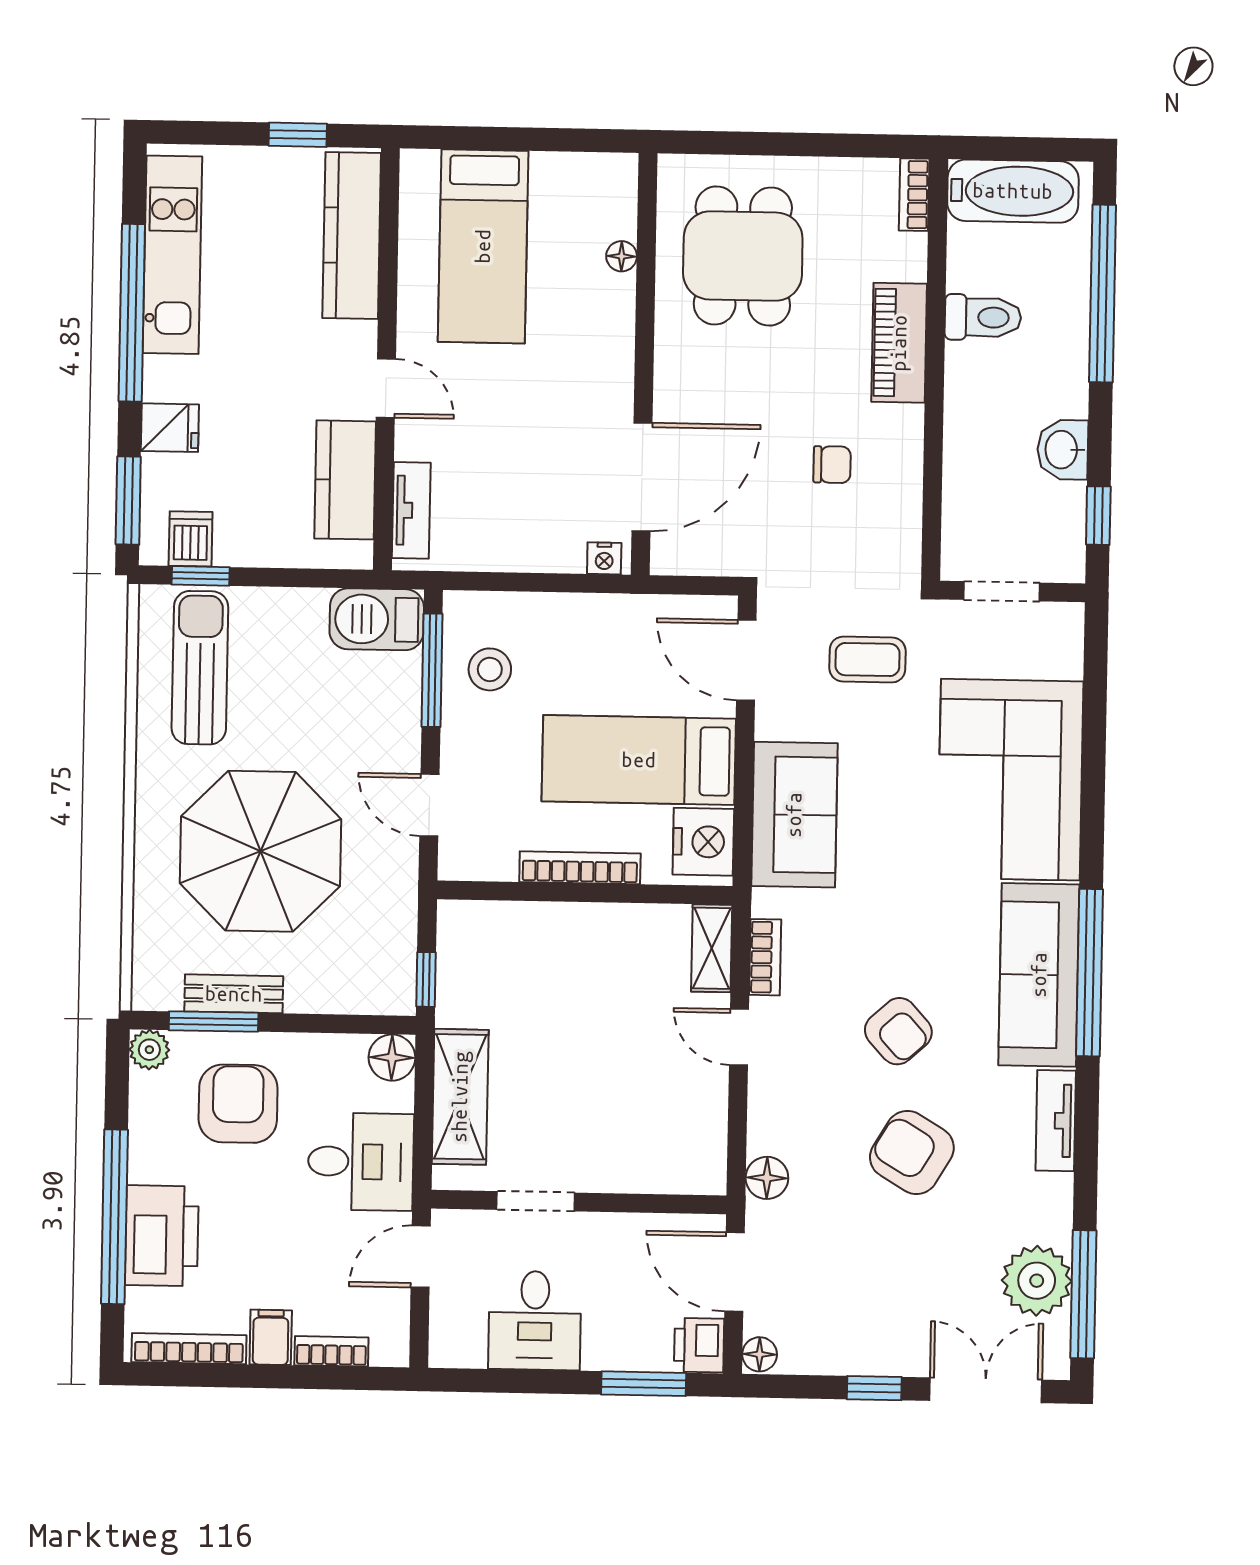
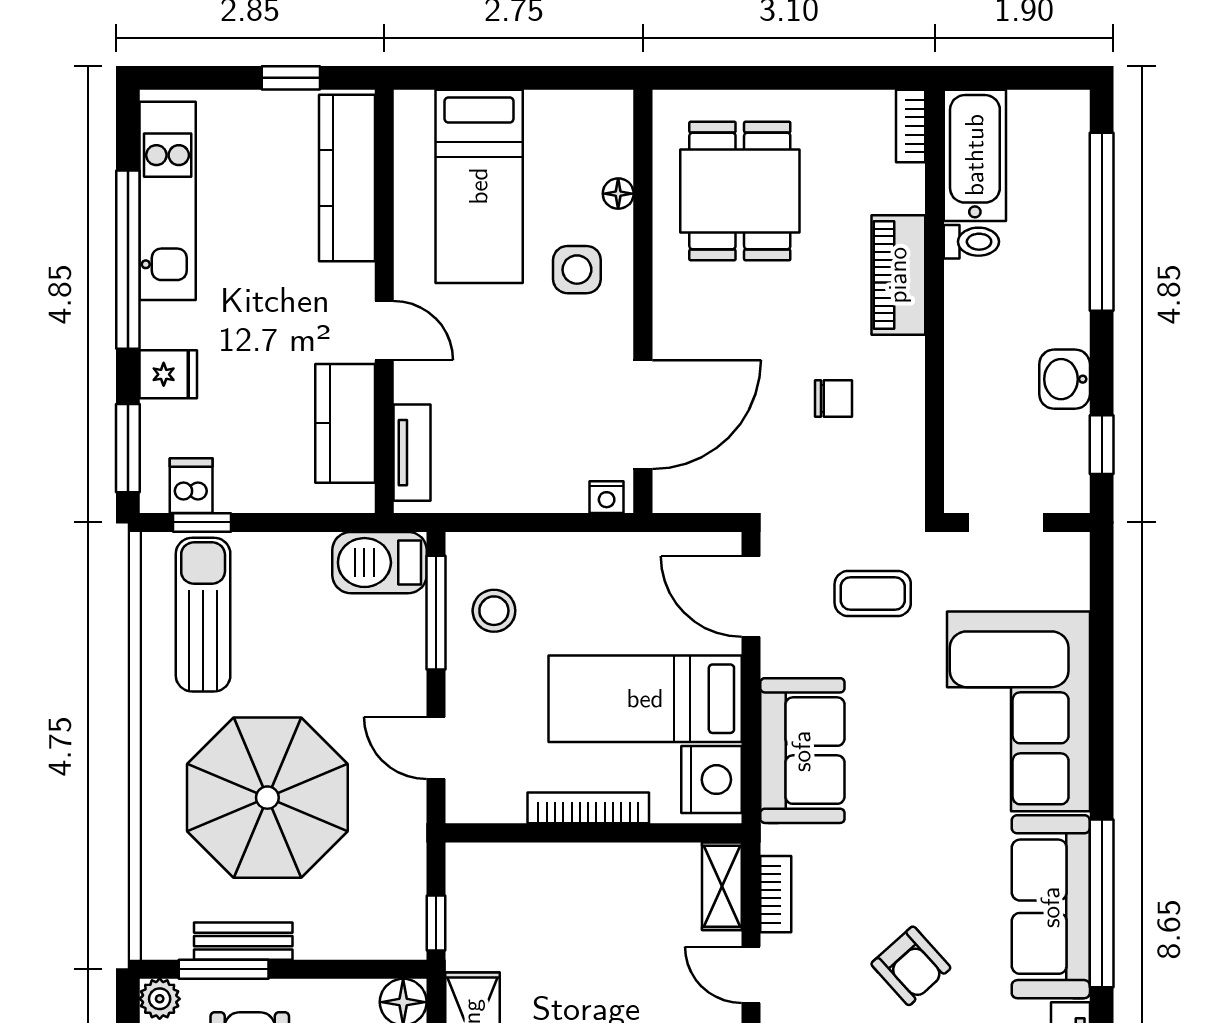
bathtub: (1013, 191) -> (975, 155), moved, turned -90
toilet: (983, 317) -> (971, 242), width x0.73, depth x0.72
side table: (579, 331) -> (577, 270), added

